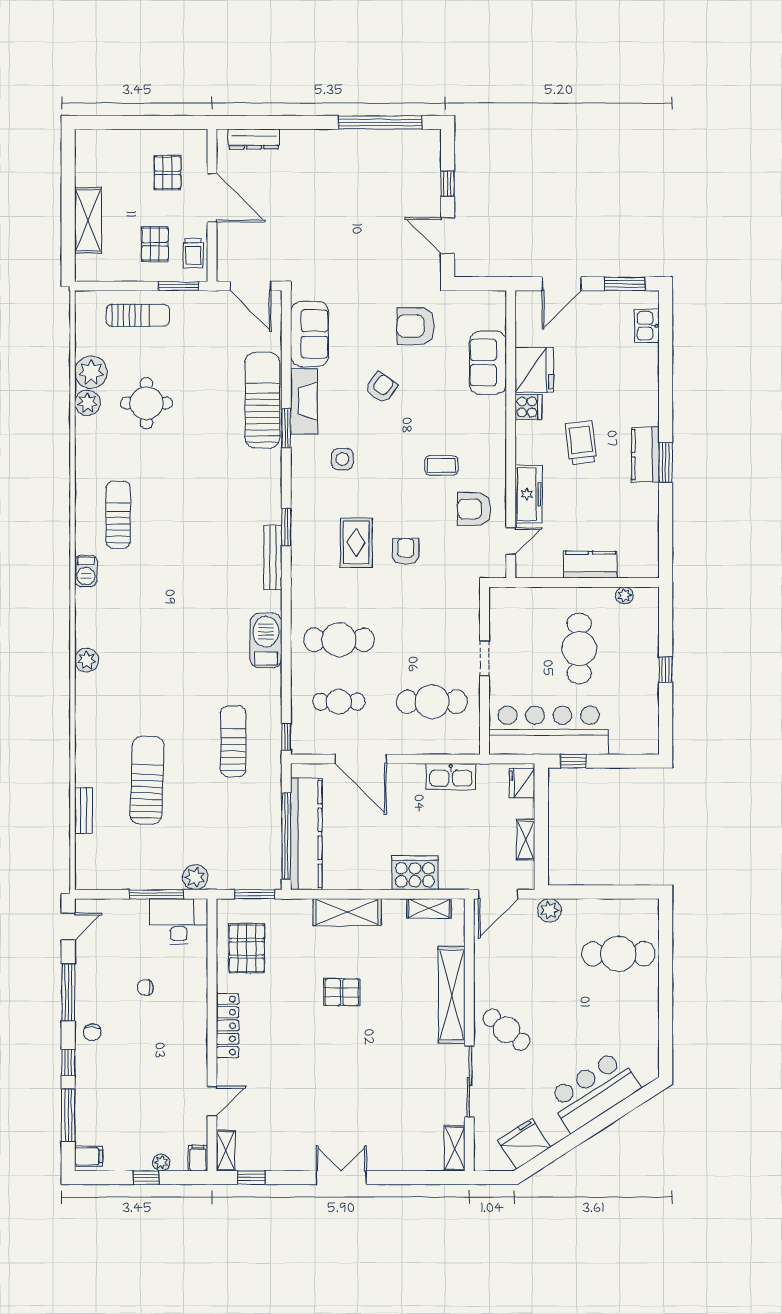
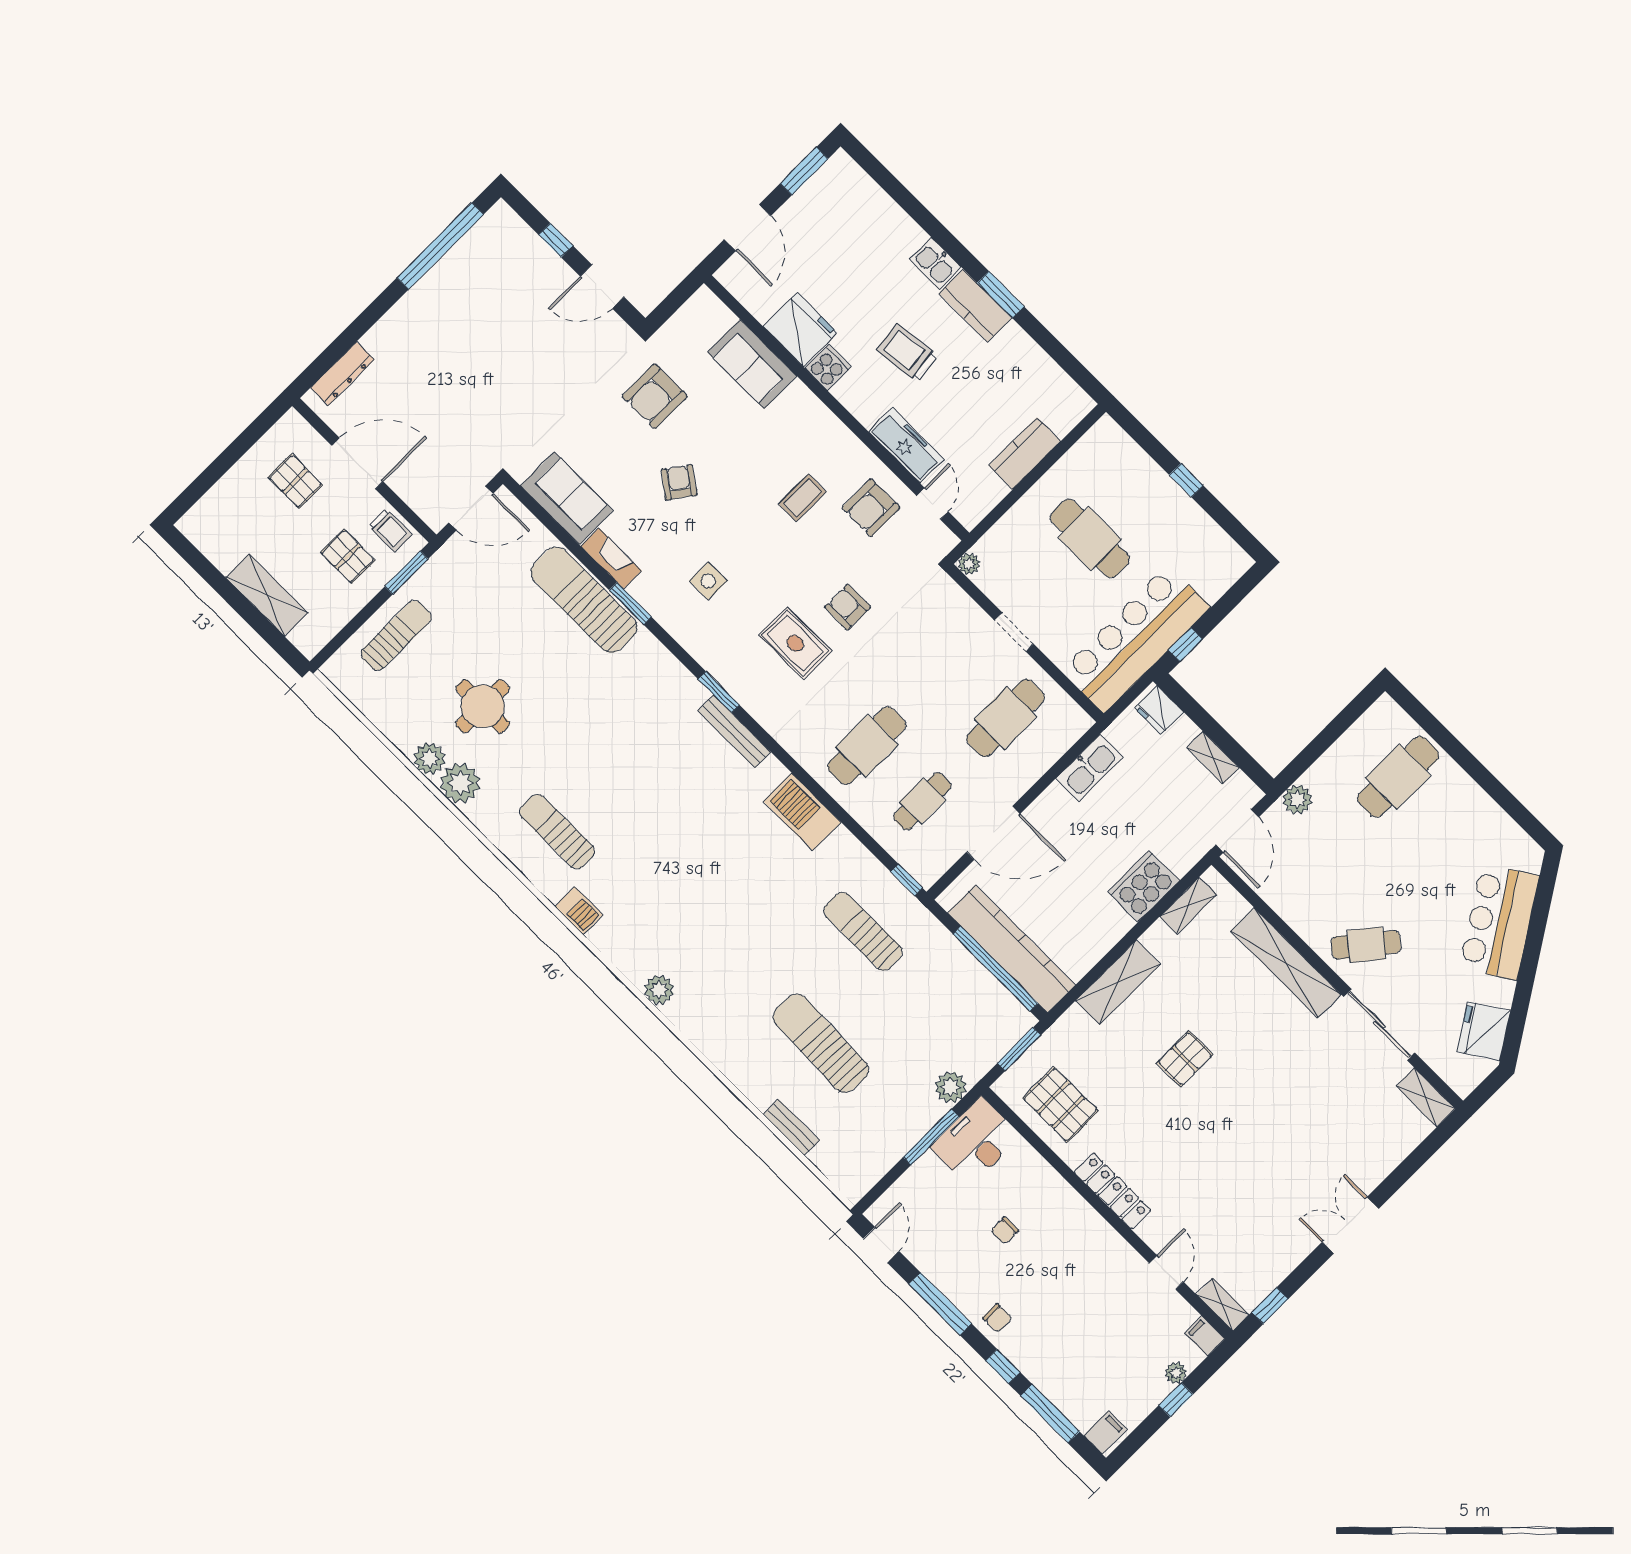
kitchen sink: (647, 326) -> (935, 263), moved
plant: (91, 372) -> (460, 783), moved
fireplace: (304, 401) -> (611, 558), width x0.73, depth x0.76
plant: (624, 595) -> (969, 564), moved

